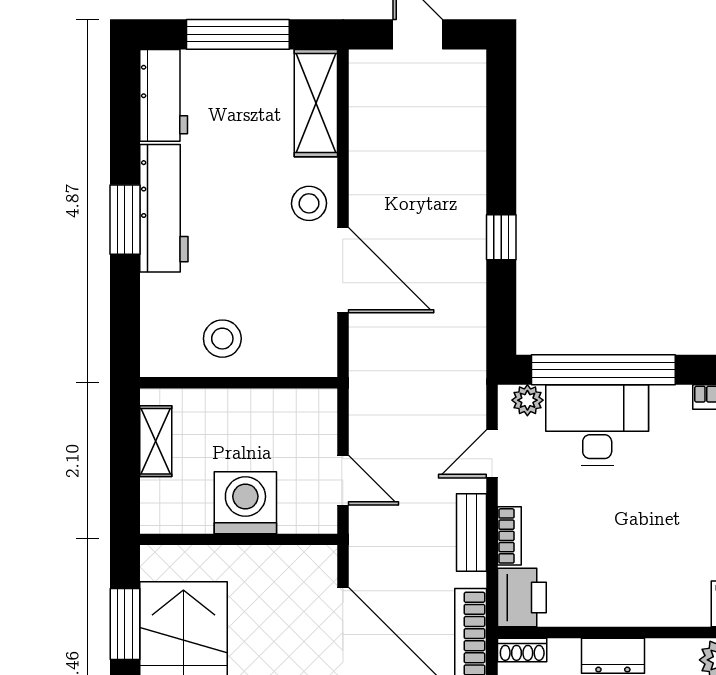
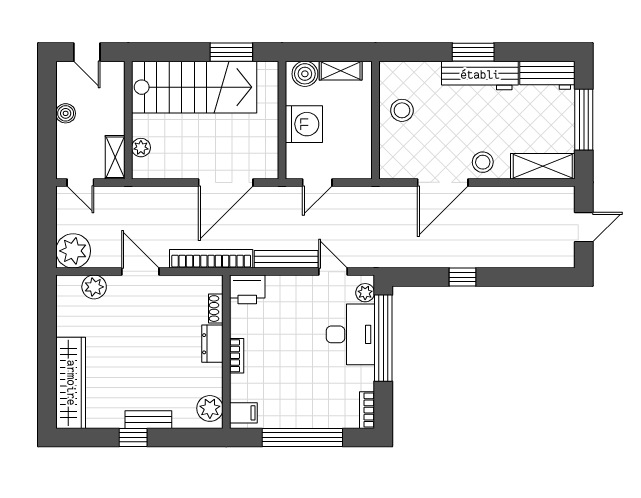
boiler: (161, 501) -> (305, 74), added
bench: (472, 532) -> (286, 259), width x1.36
bookcase: (509, 536) -> (237, 356), moved, turned -90
shoe rack: (522, 650) -> (216, 309), moved

